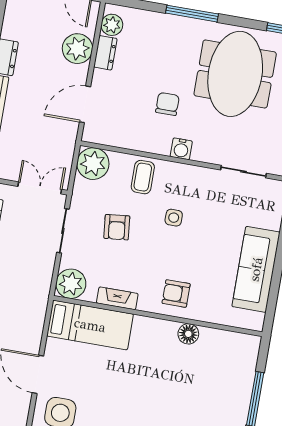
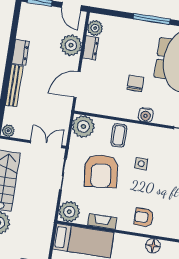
armchair: (117, 227) -> (101, 171), width x1.88, depth x1.88

